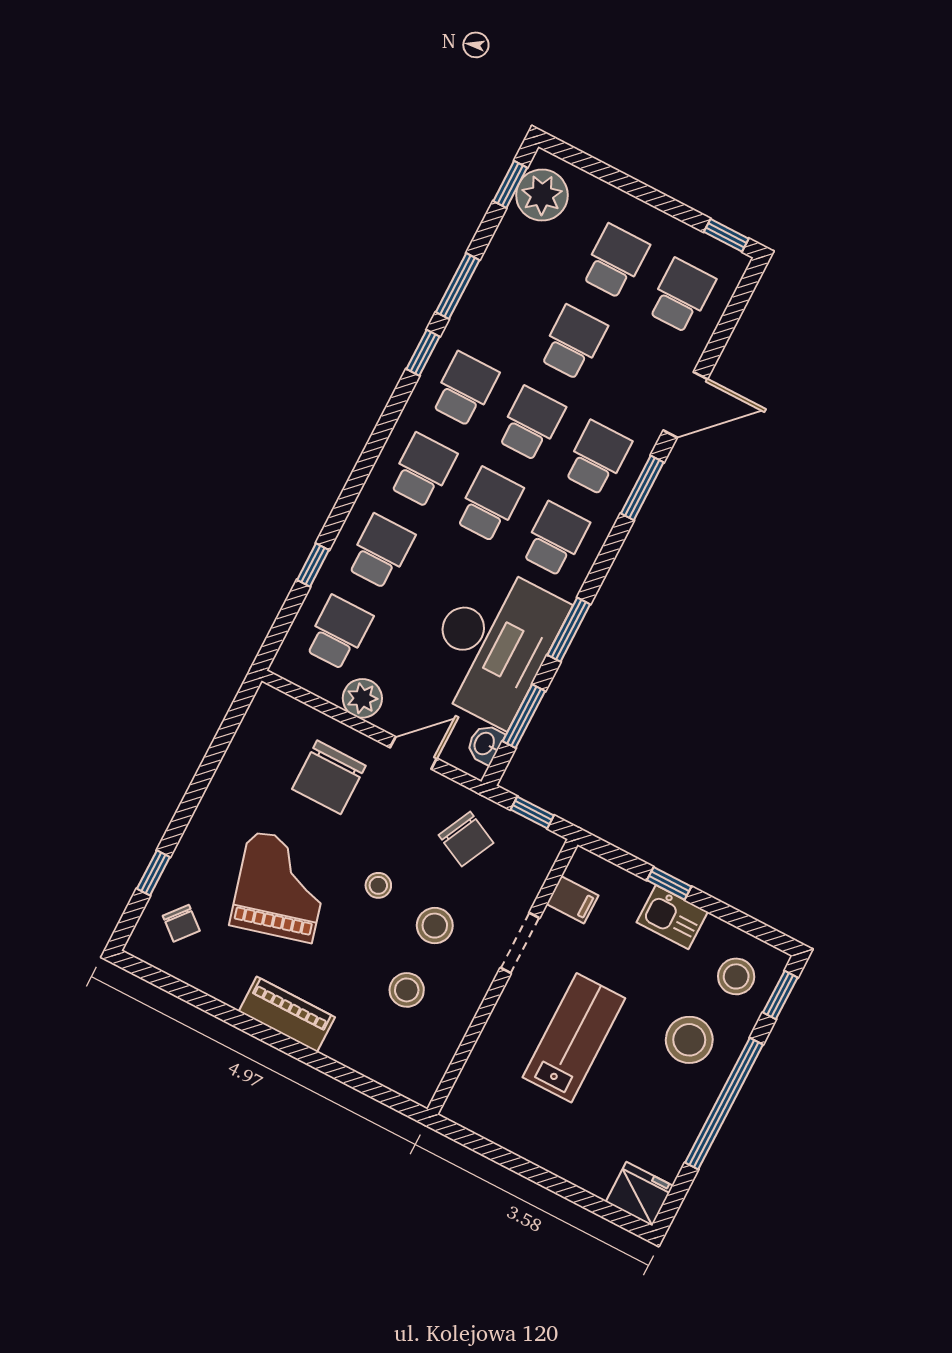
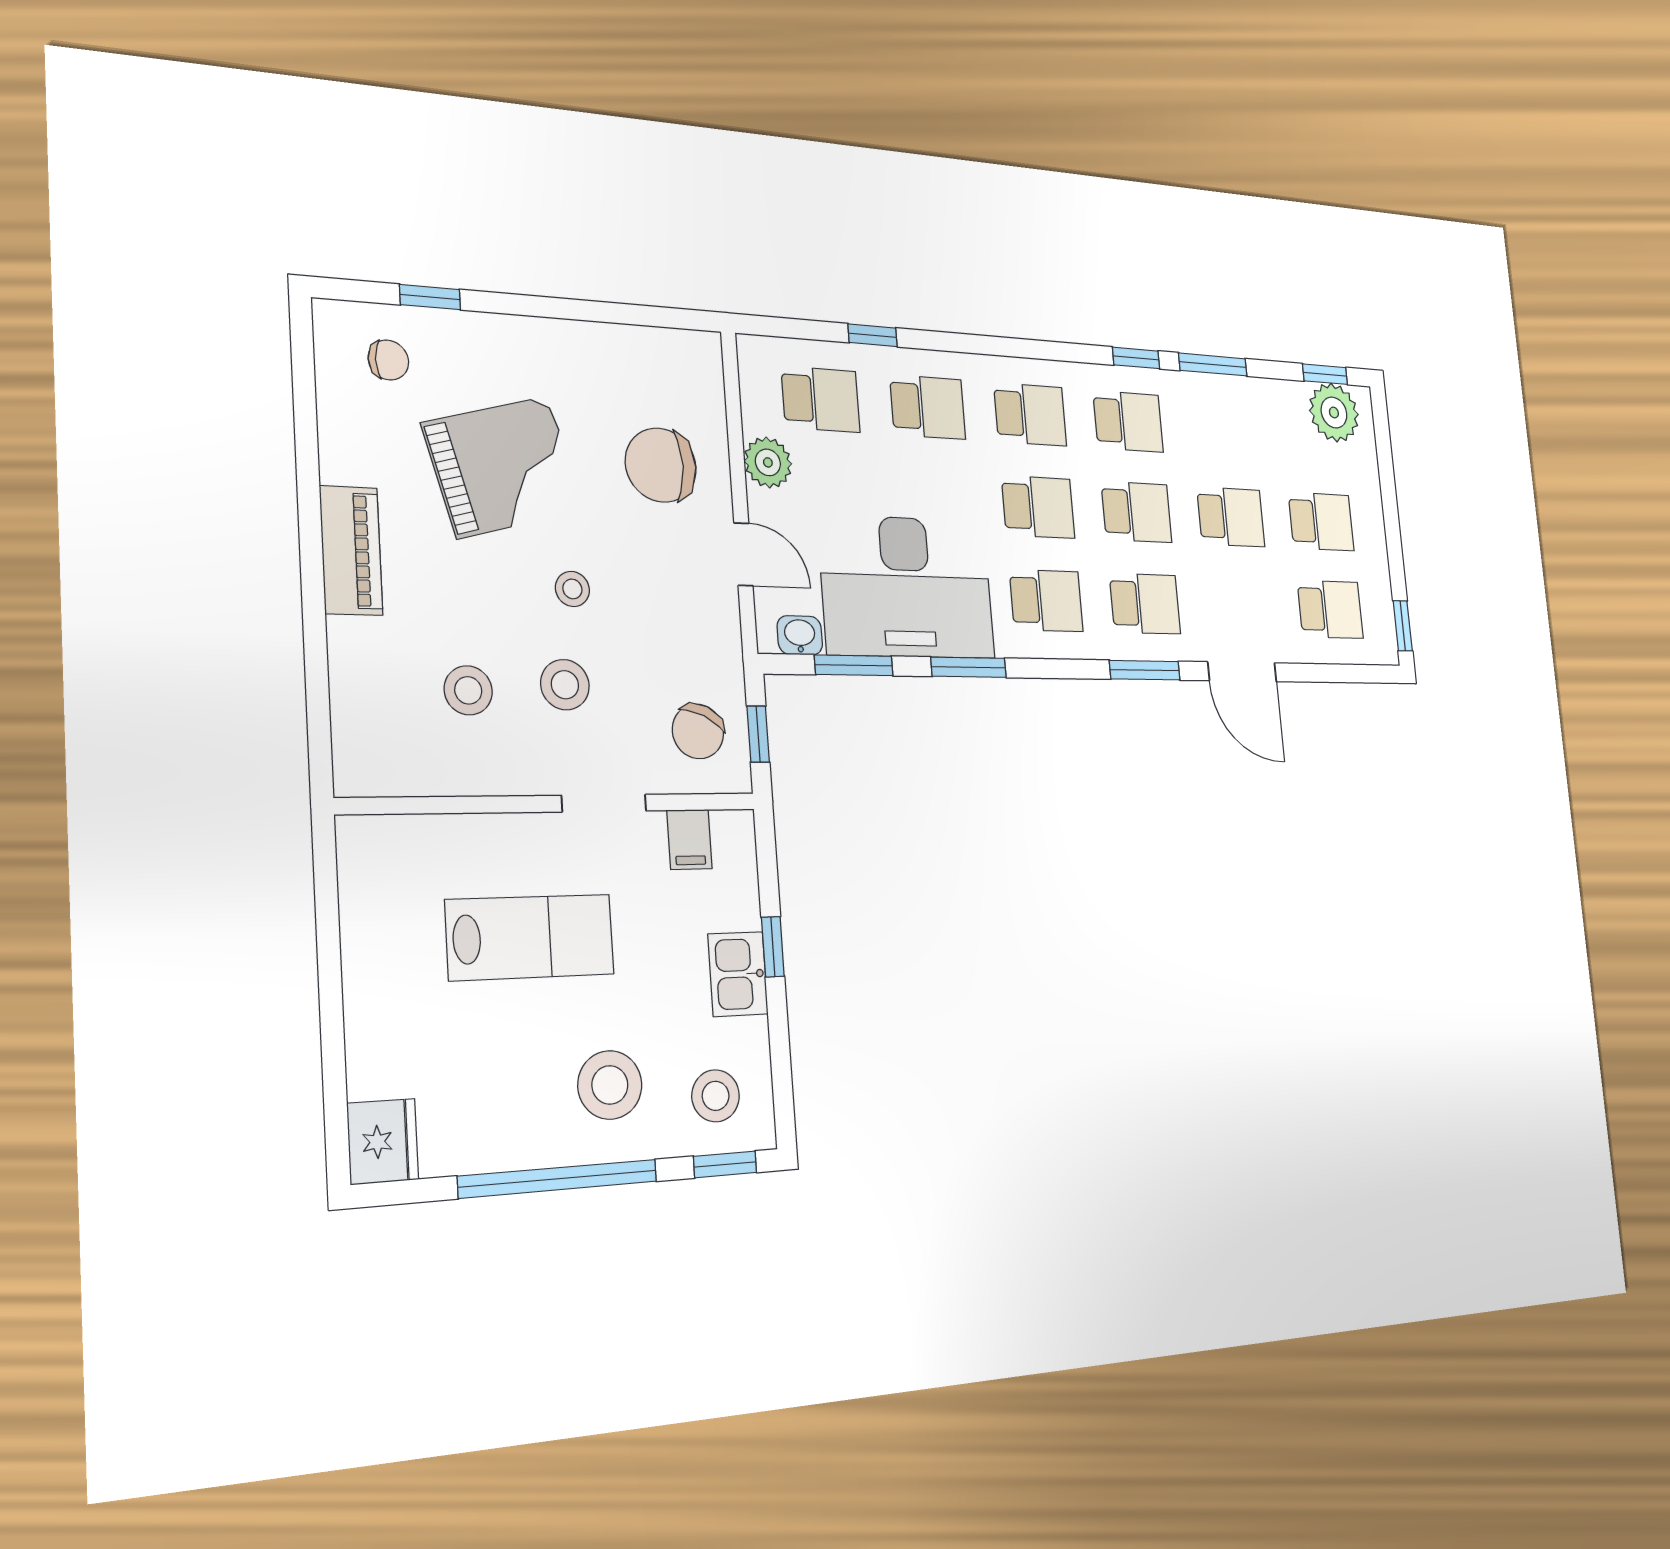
chair: (466, 839) -> (698, 731), moved
chair: (181, 923) -> (388, 360), turned -130

